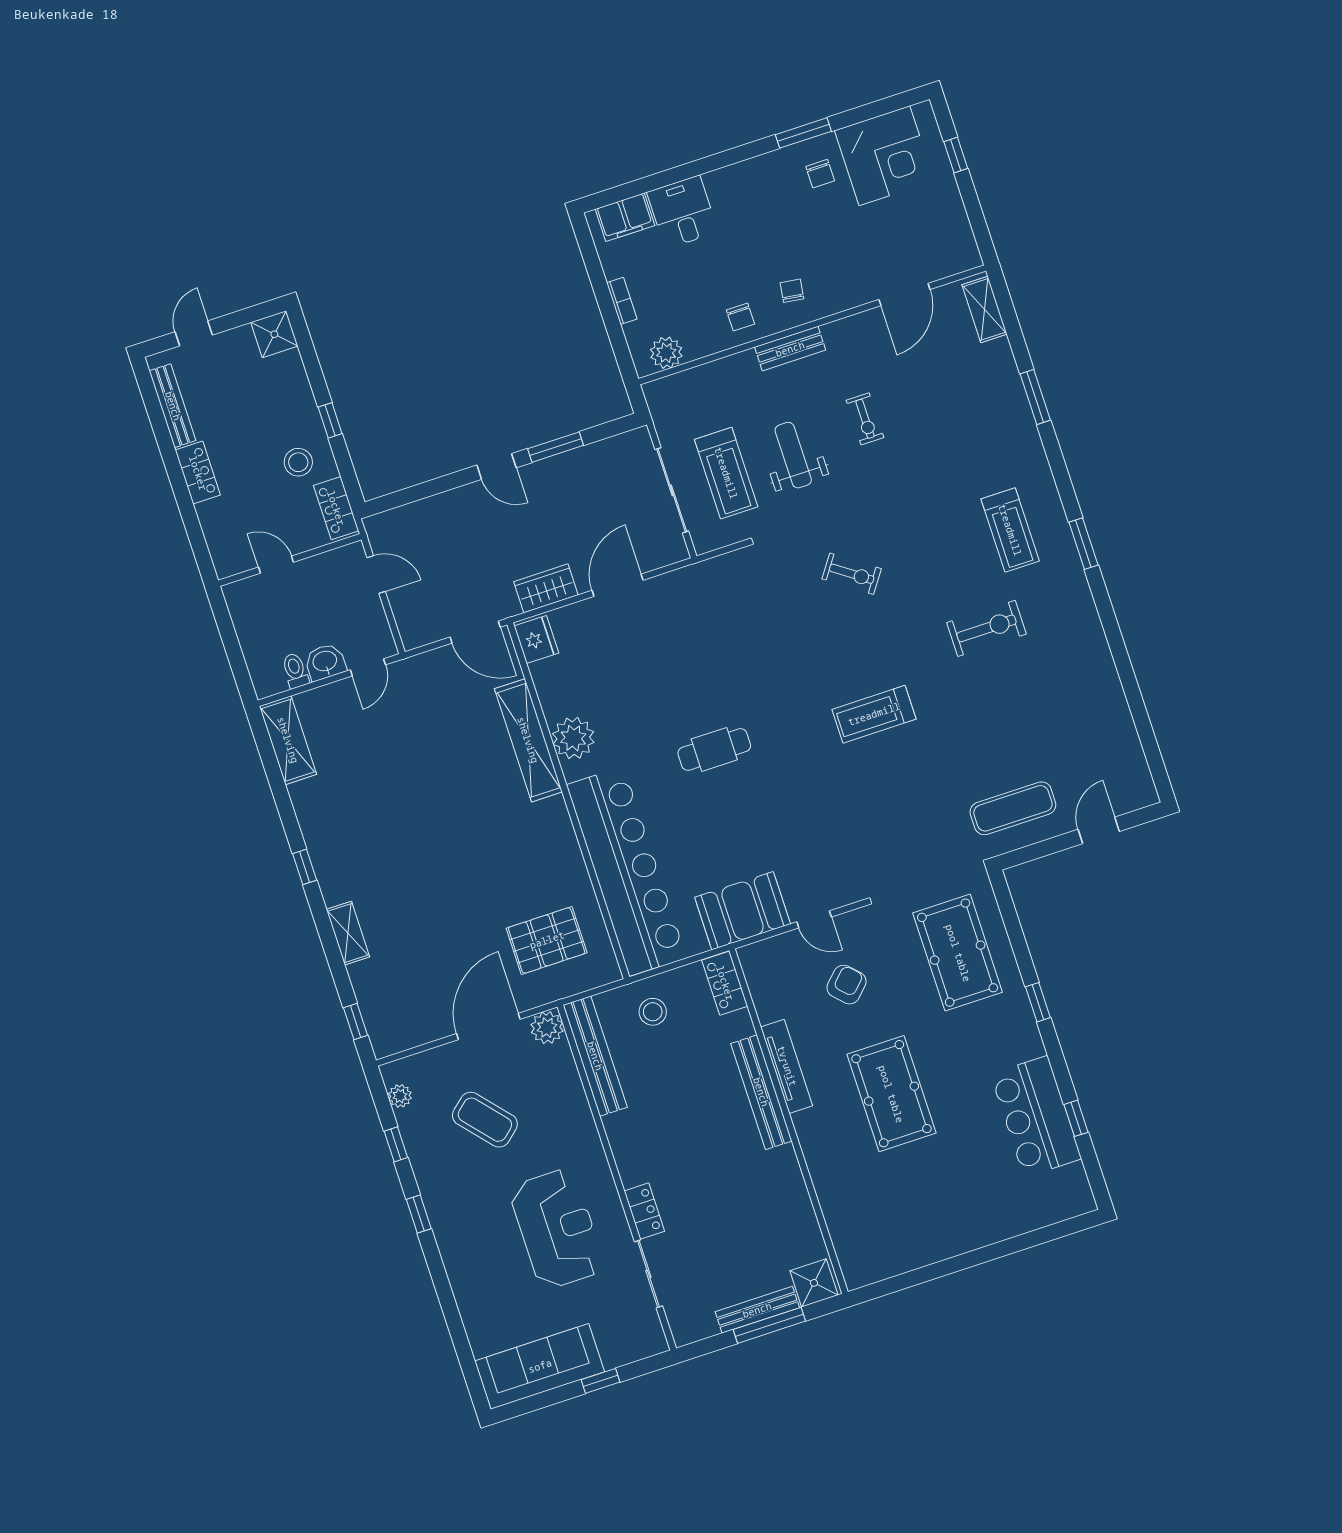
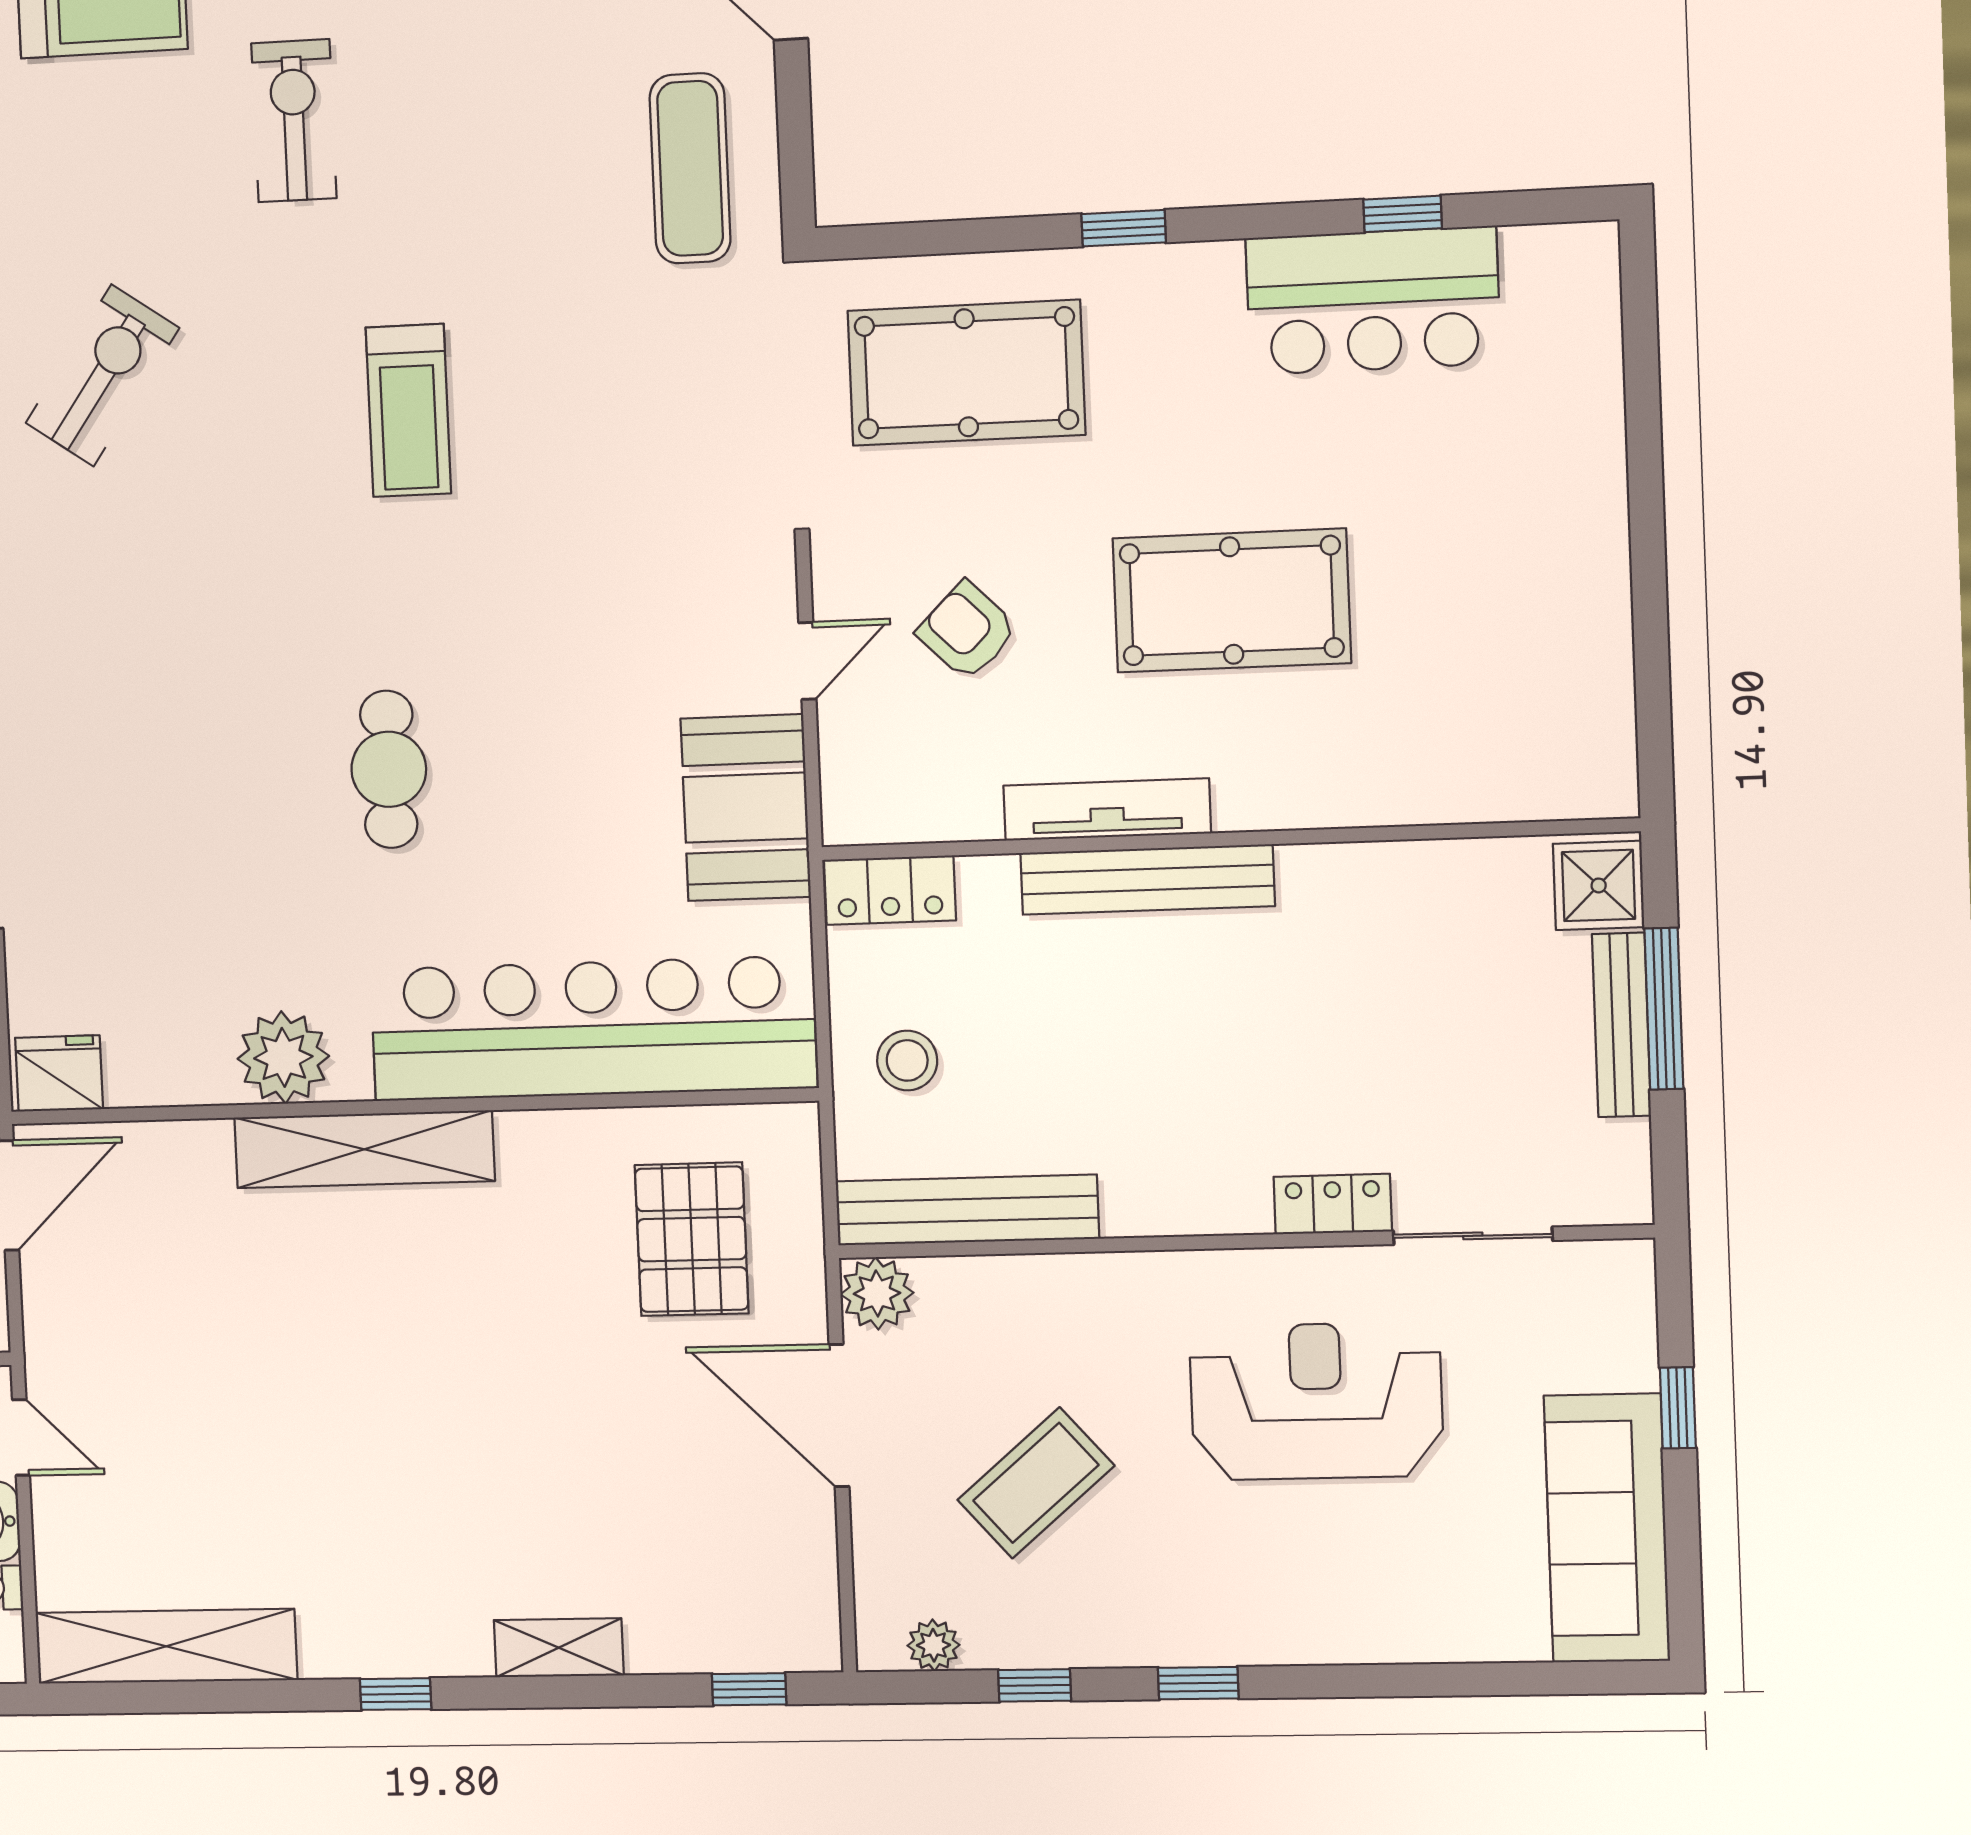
exercise bike: (852, 574) -> (102, 375), width x1.38, depth x1.39
shelving: (288, 740) -> (166, 1646), width x1.47
shelving: (528, 740) -> (364, 1149), moved

